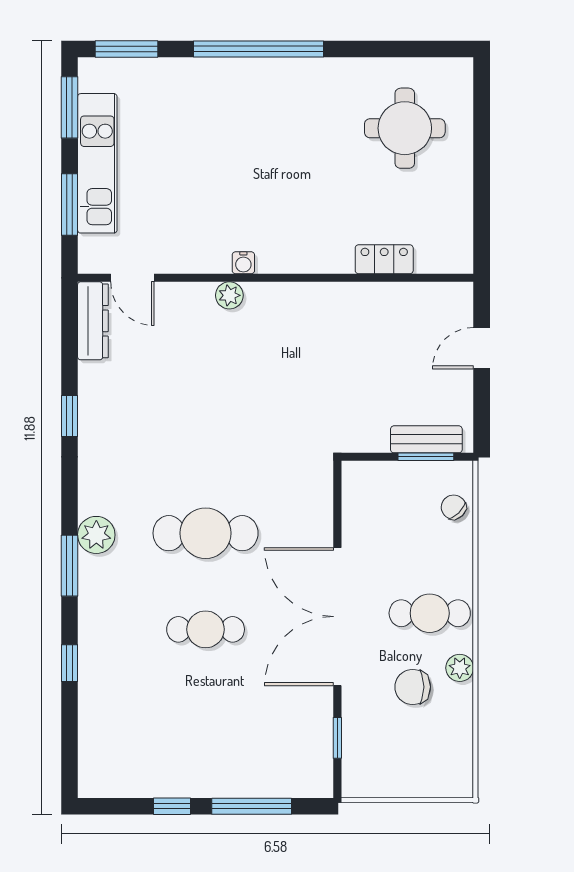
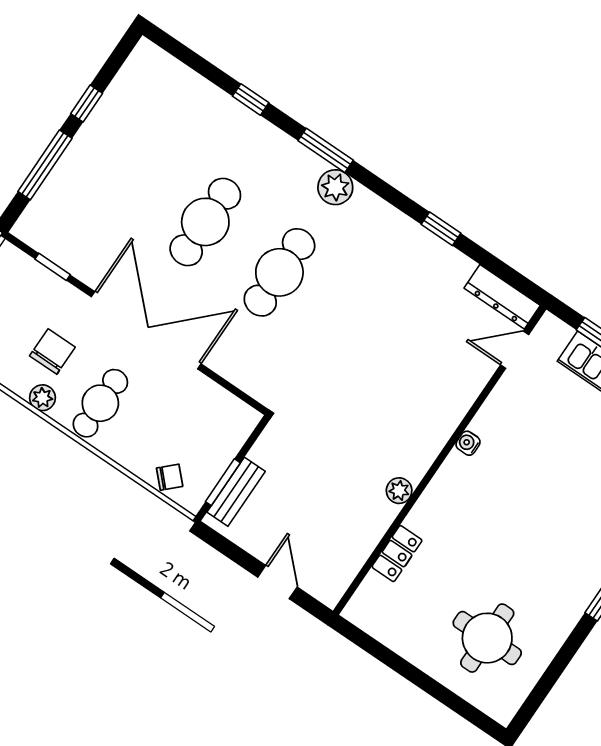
plant: (229, 295) -> (399, 491), moved
cafe table: (206, 629) -> (205, 222), width x1.37, depth x1.35

